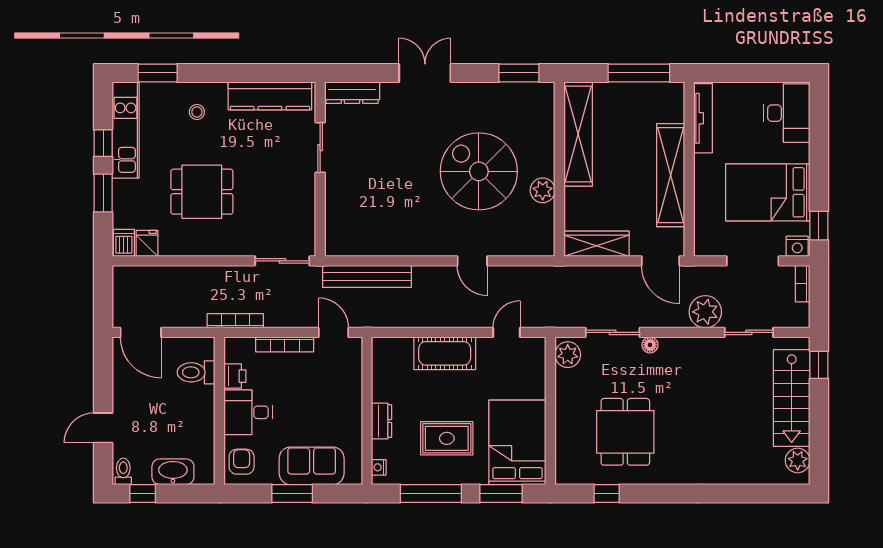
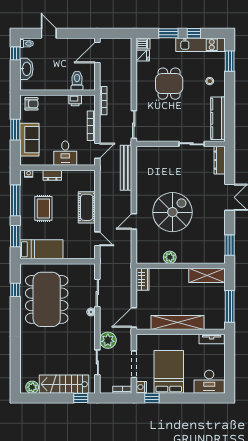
tv unit: (703, 118) -> (212, 339), width x0.71
shelving: (578, 134) -> (207, 275), width x0.68
spiral stairs: (479, 171) -> (172, 212), moved
wardrobe: (597, 244) -> (143, 279), width x0.67
plant: (568, 355) -> (86, 270), removed
desk: (248, 412) -> (65, 153), moved, turned 180
dining table: (625, 432) -> (47, 299), width x1.88, depth x1.24
bed: (517, 442) -> (41, 249), width x0.67

